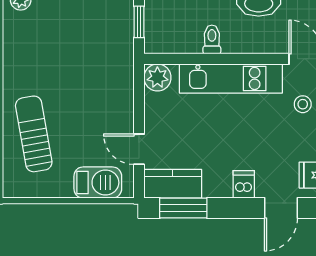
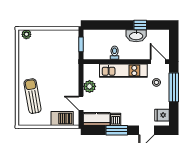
plant: (157, 77) -> (90, 86), moved
dishwasher: (244, 184) -> (116, 119), moved
window: (183, 208) -> (117, 130), moved

